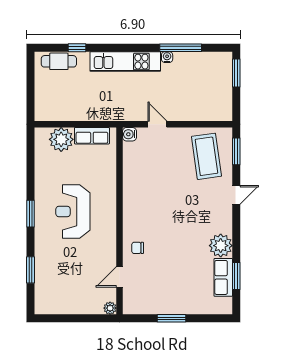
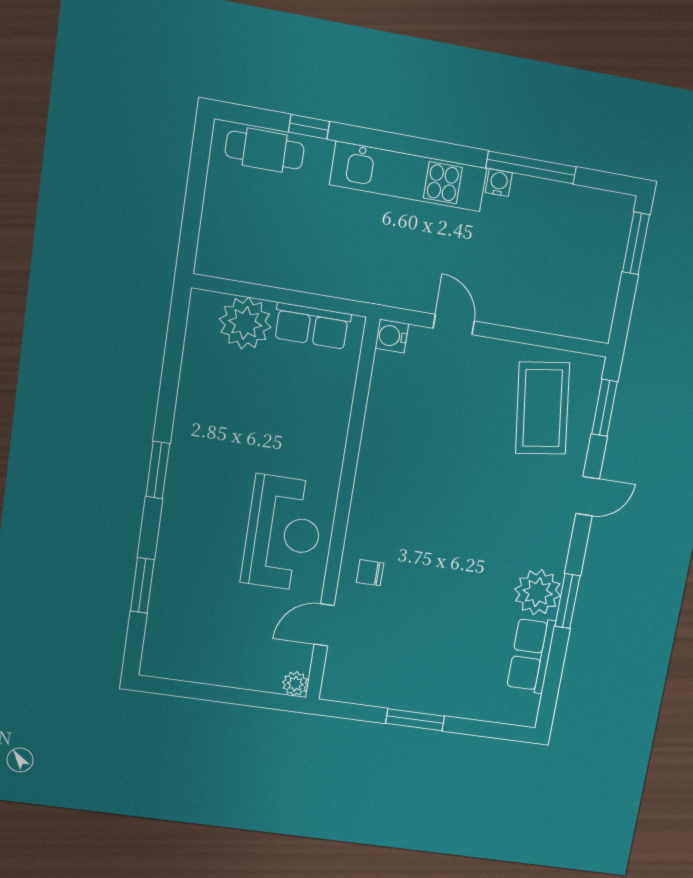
reception desk: (73, 212) -> (283, 533), moved, turned 180
window: (236, 276) -> (567, 601), moved

